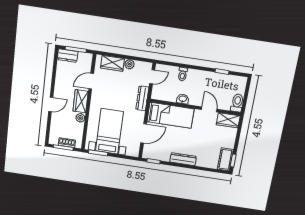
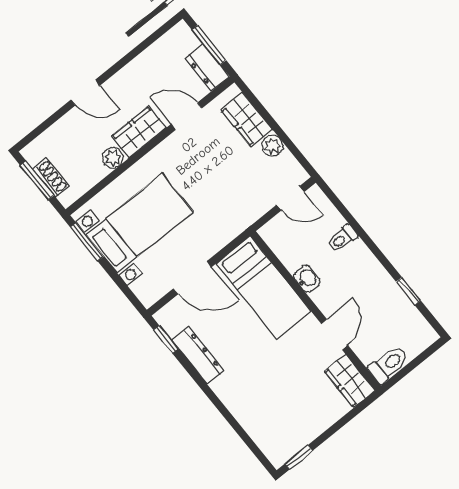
dresser: (68, 56) -> (207, 68), moved
dresser: (142, 98) -> (243, 218), removed
dresser: (183, 159) -> (198, 355), moved
cot: (225, 159) -> (288, 444), removed

